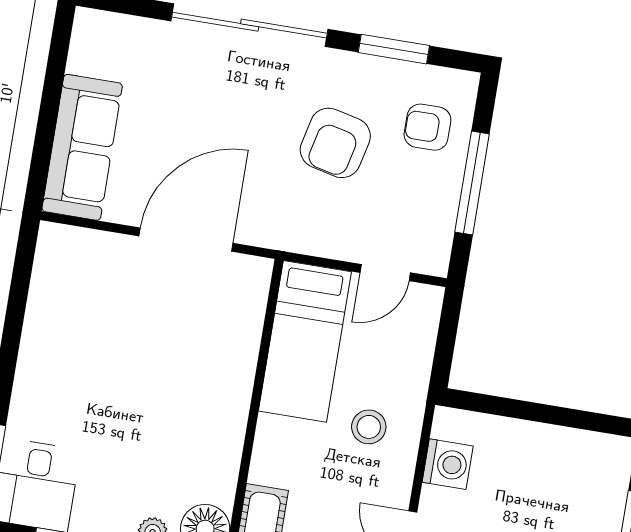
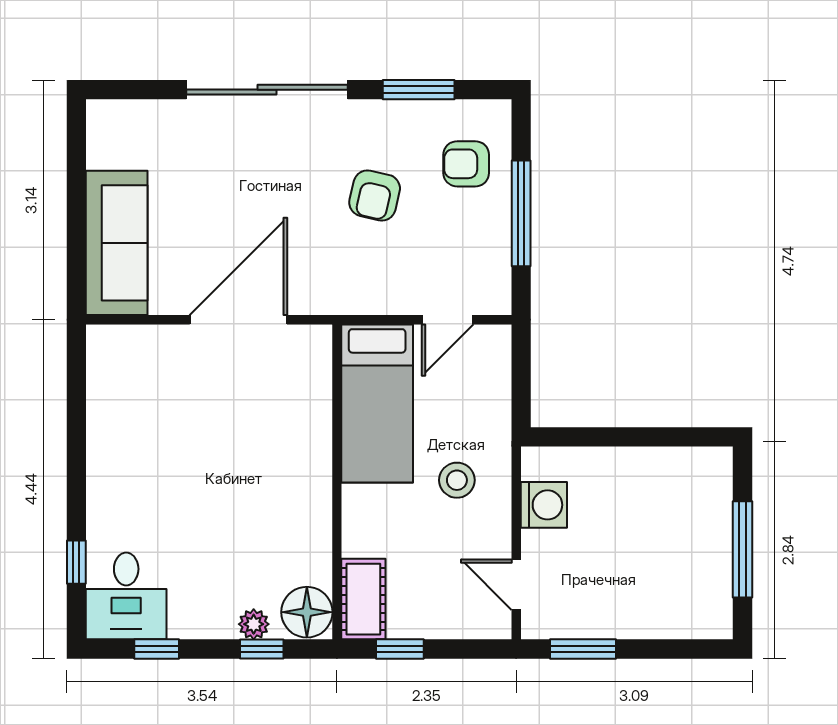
armchair: (335, 143) -> (375, 195), width x0.72, depth x0.72

